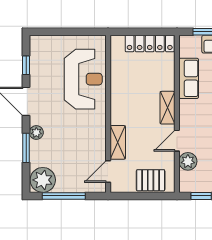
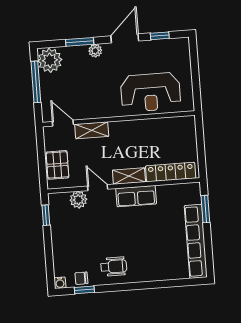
locker: (150, 44) -> (171, 172), moved, turned 90
row of seats: (189, 78) -> (136, 196), moved

